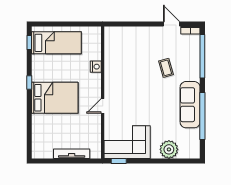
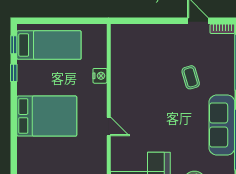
window: (29, 83) -> (14, 73), moved
door: (103, 106) -> (109, 127), swing flipped

